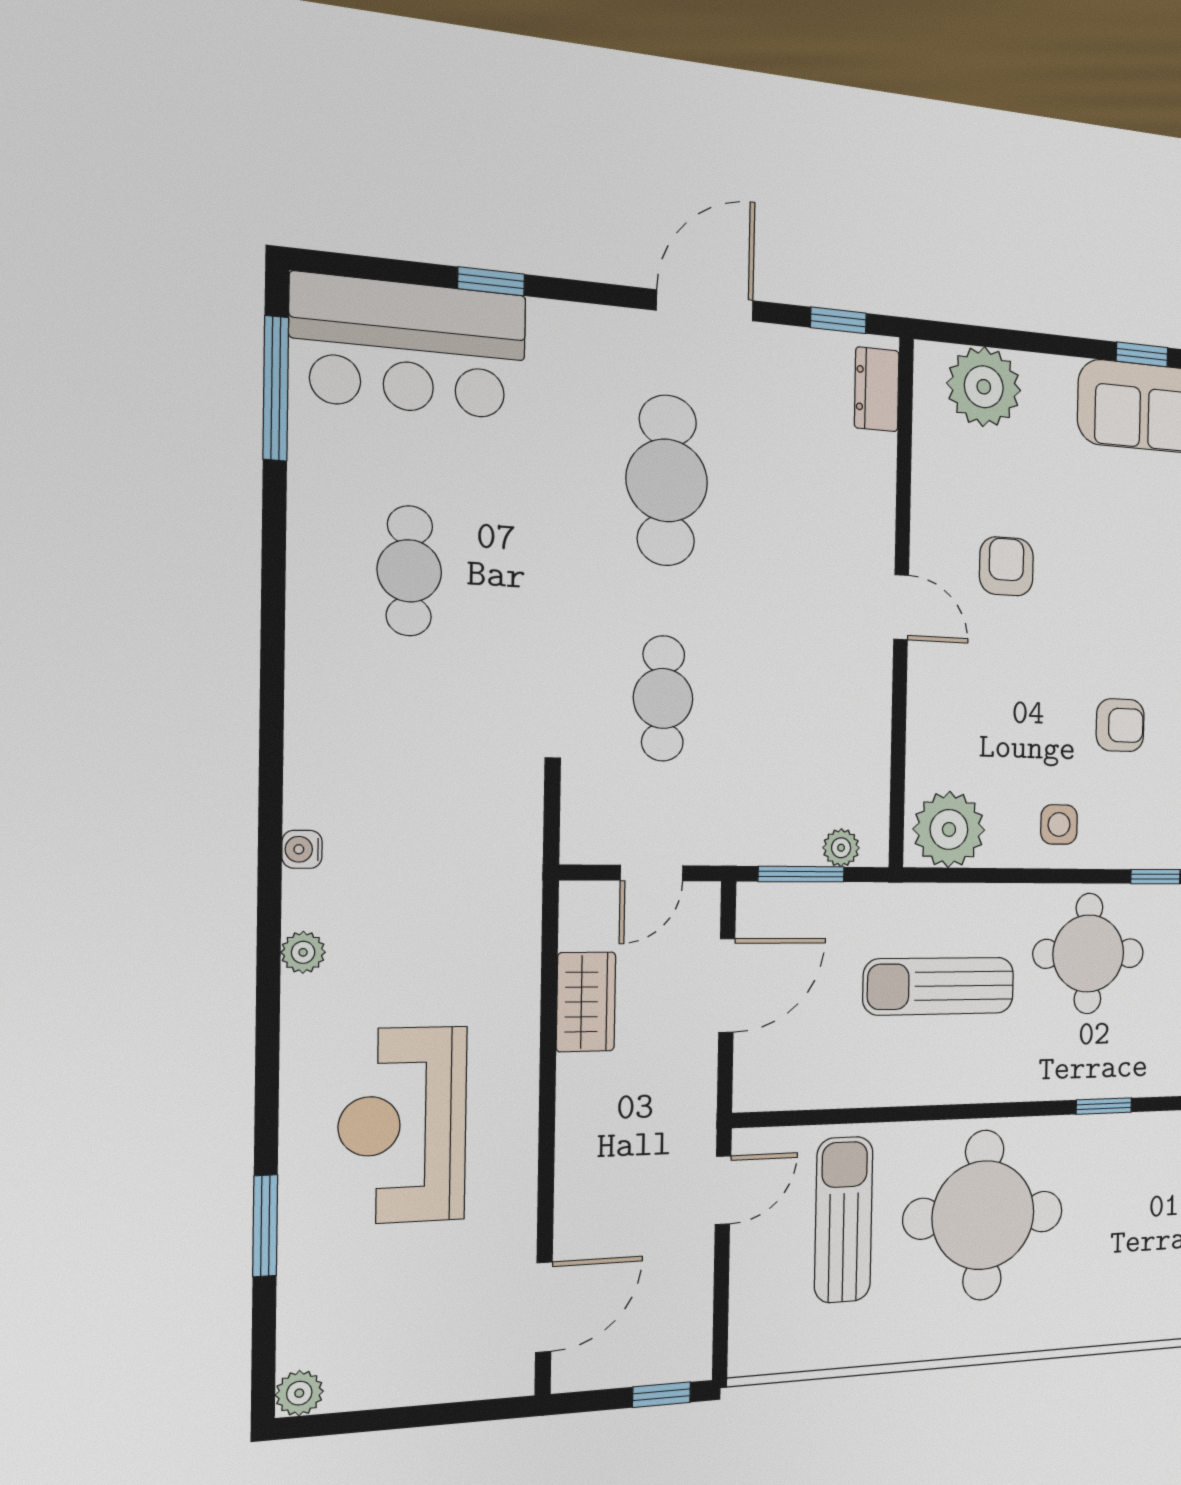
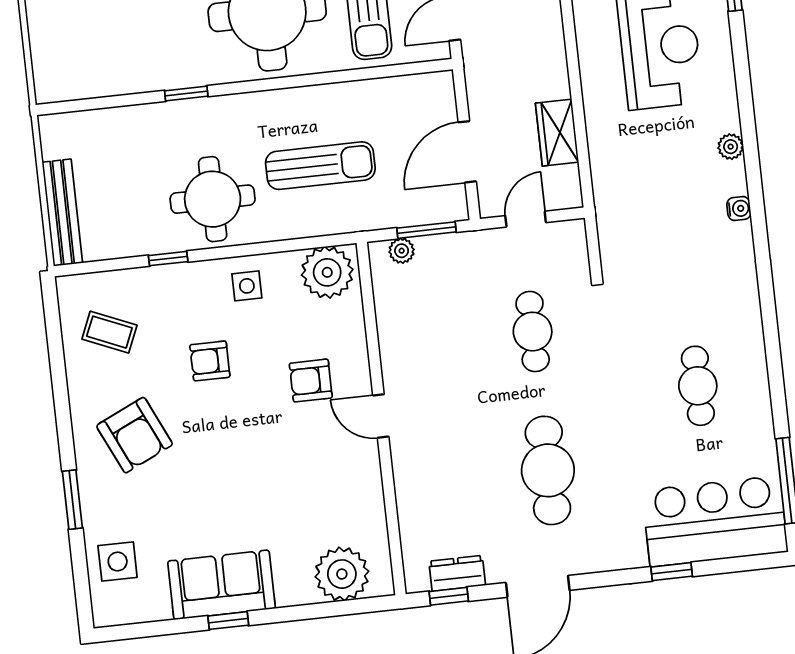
dresser: (877, 389) -> (457, 573), moved, turned -90
armchair: (1006, 566) -> (311, 381), moved, turned 90

